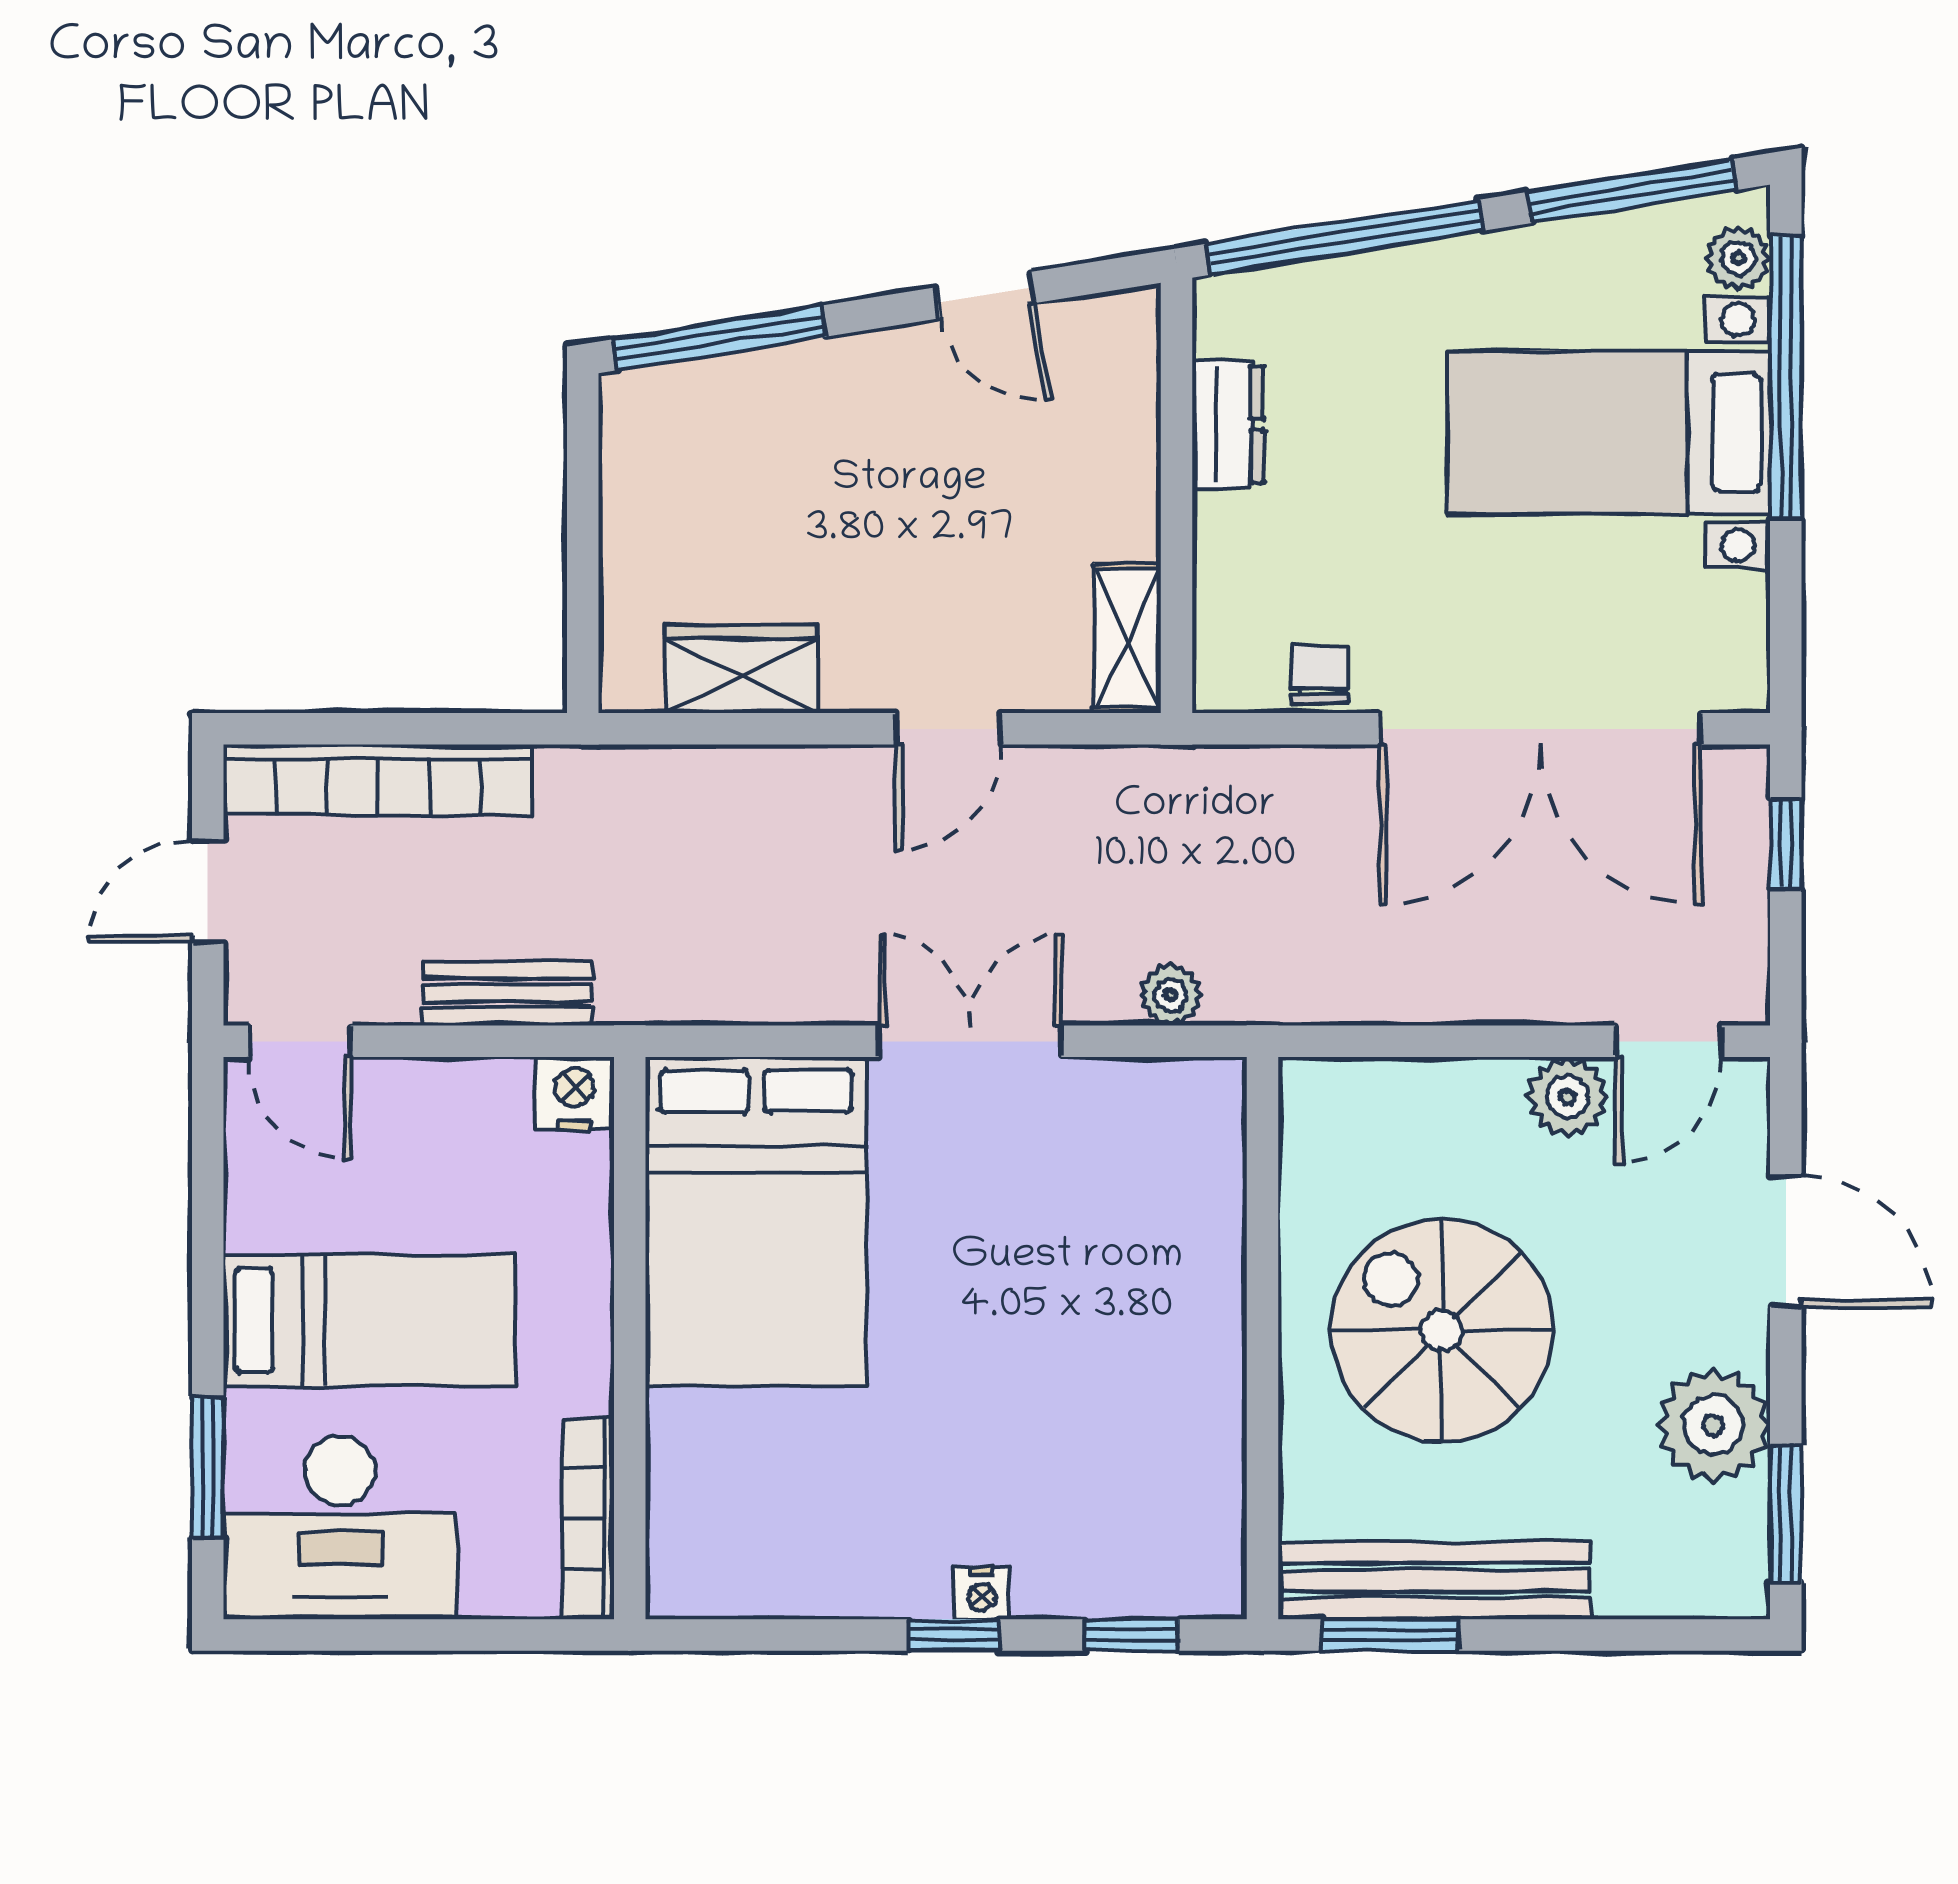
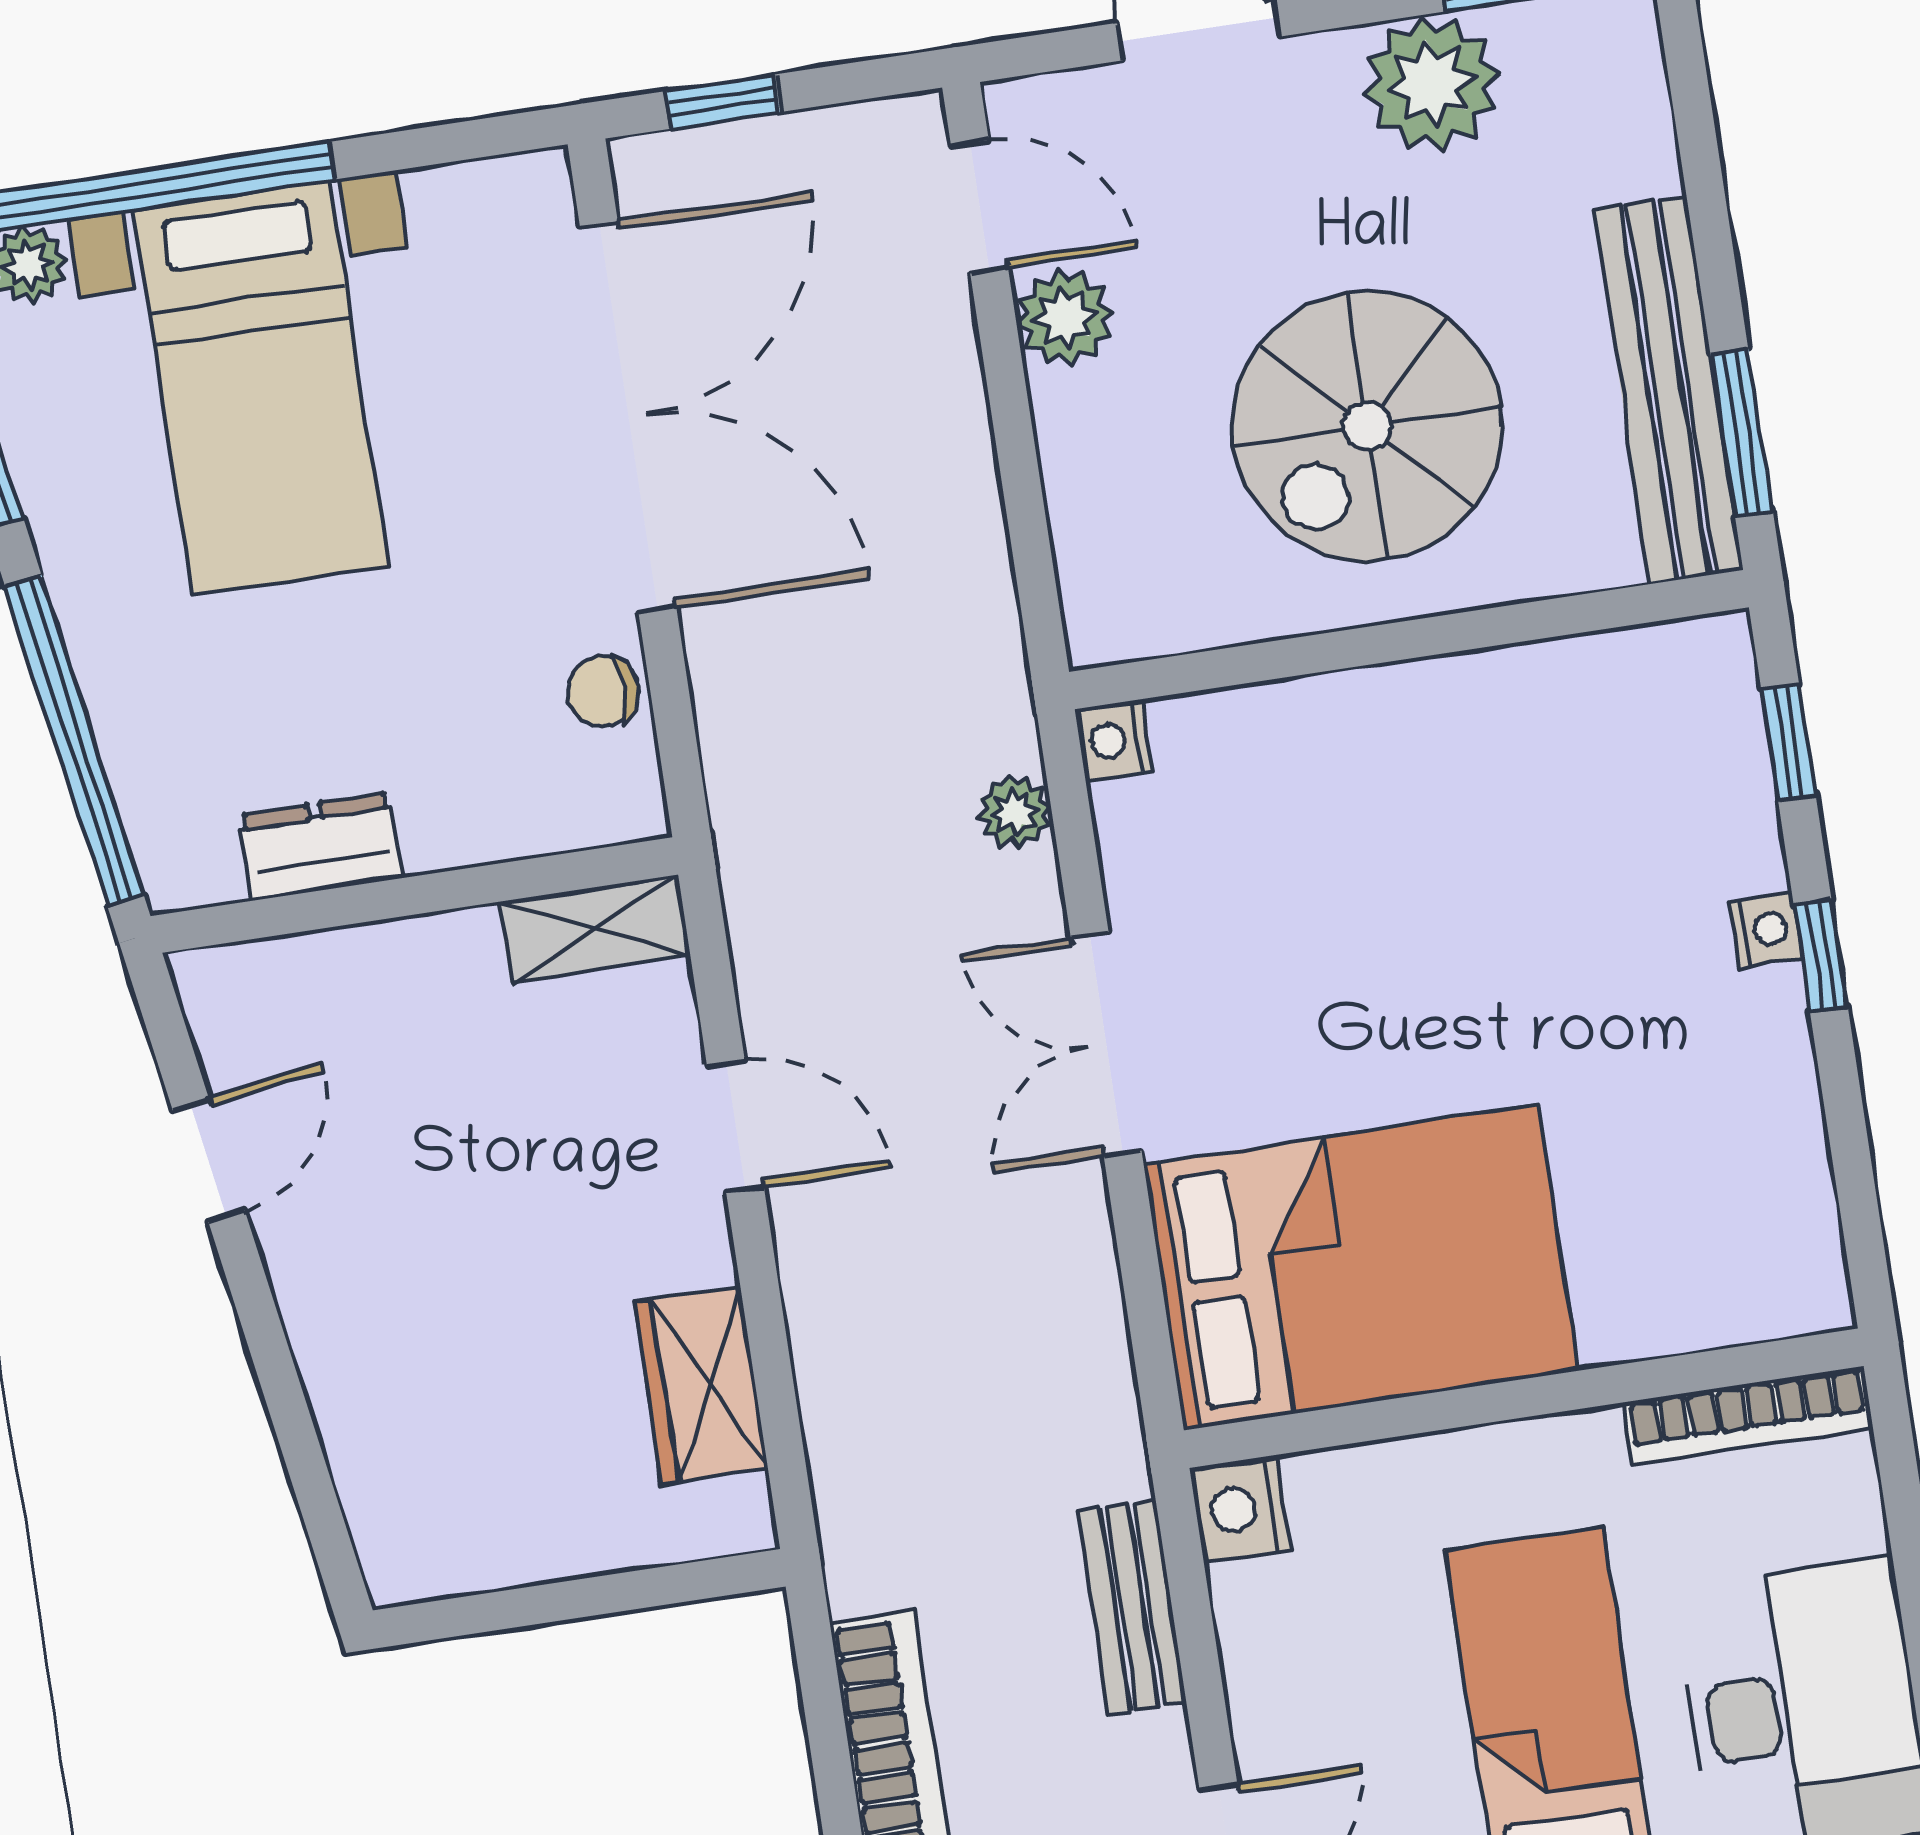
window: (719, 338) -> (308, 1472), removed
nightstand: (1217, 1085) -> (1114, 740), added

